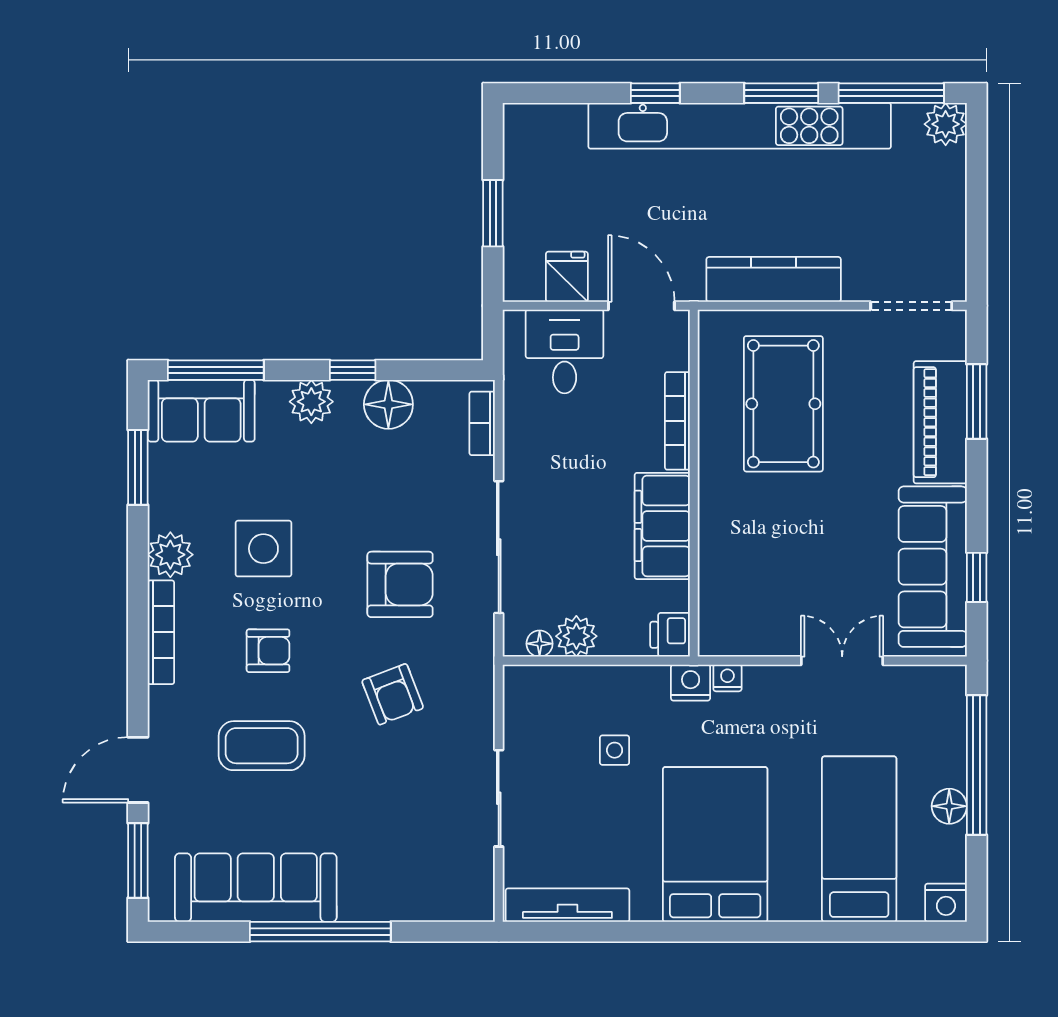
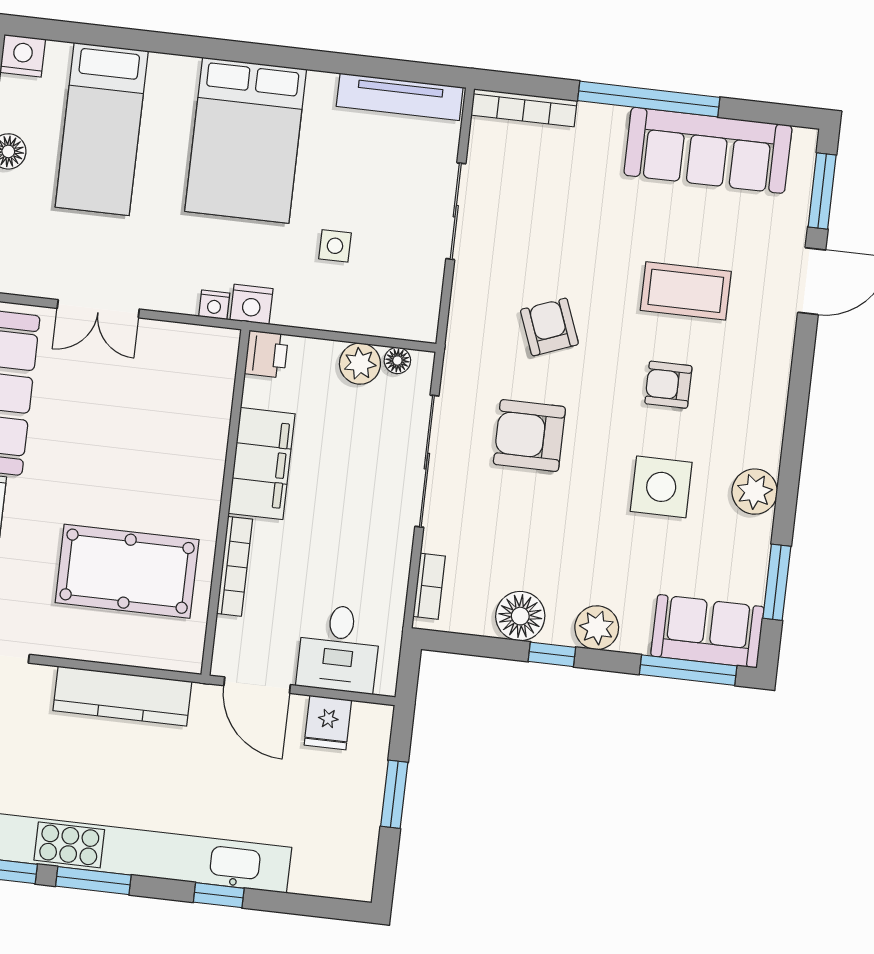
pool table: (783, 404) -> (127, 571), turned 90
bookcase: (161, 632) -> (524, 108), moved, turned -90

